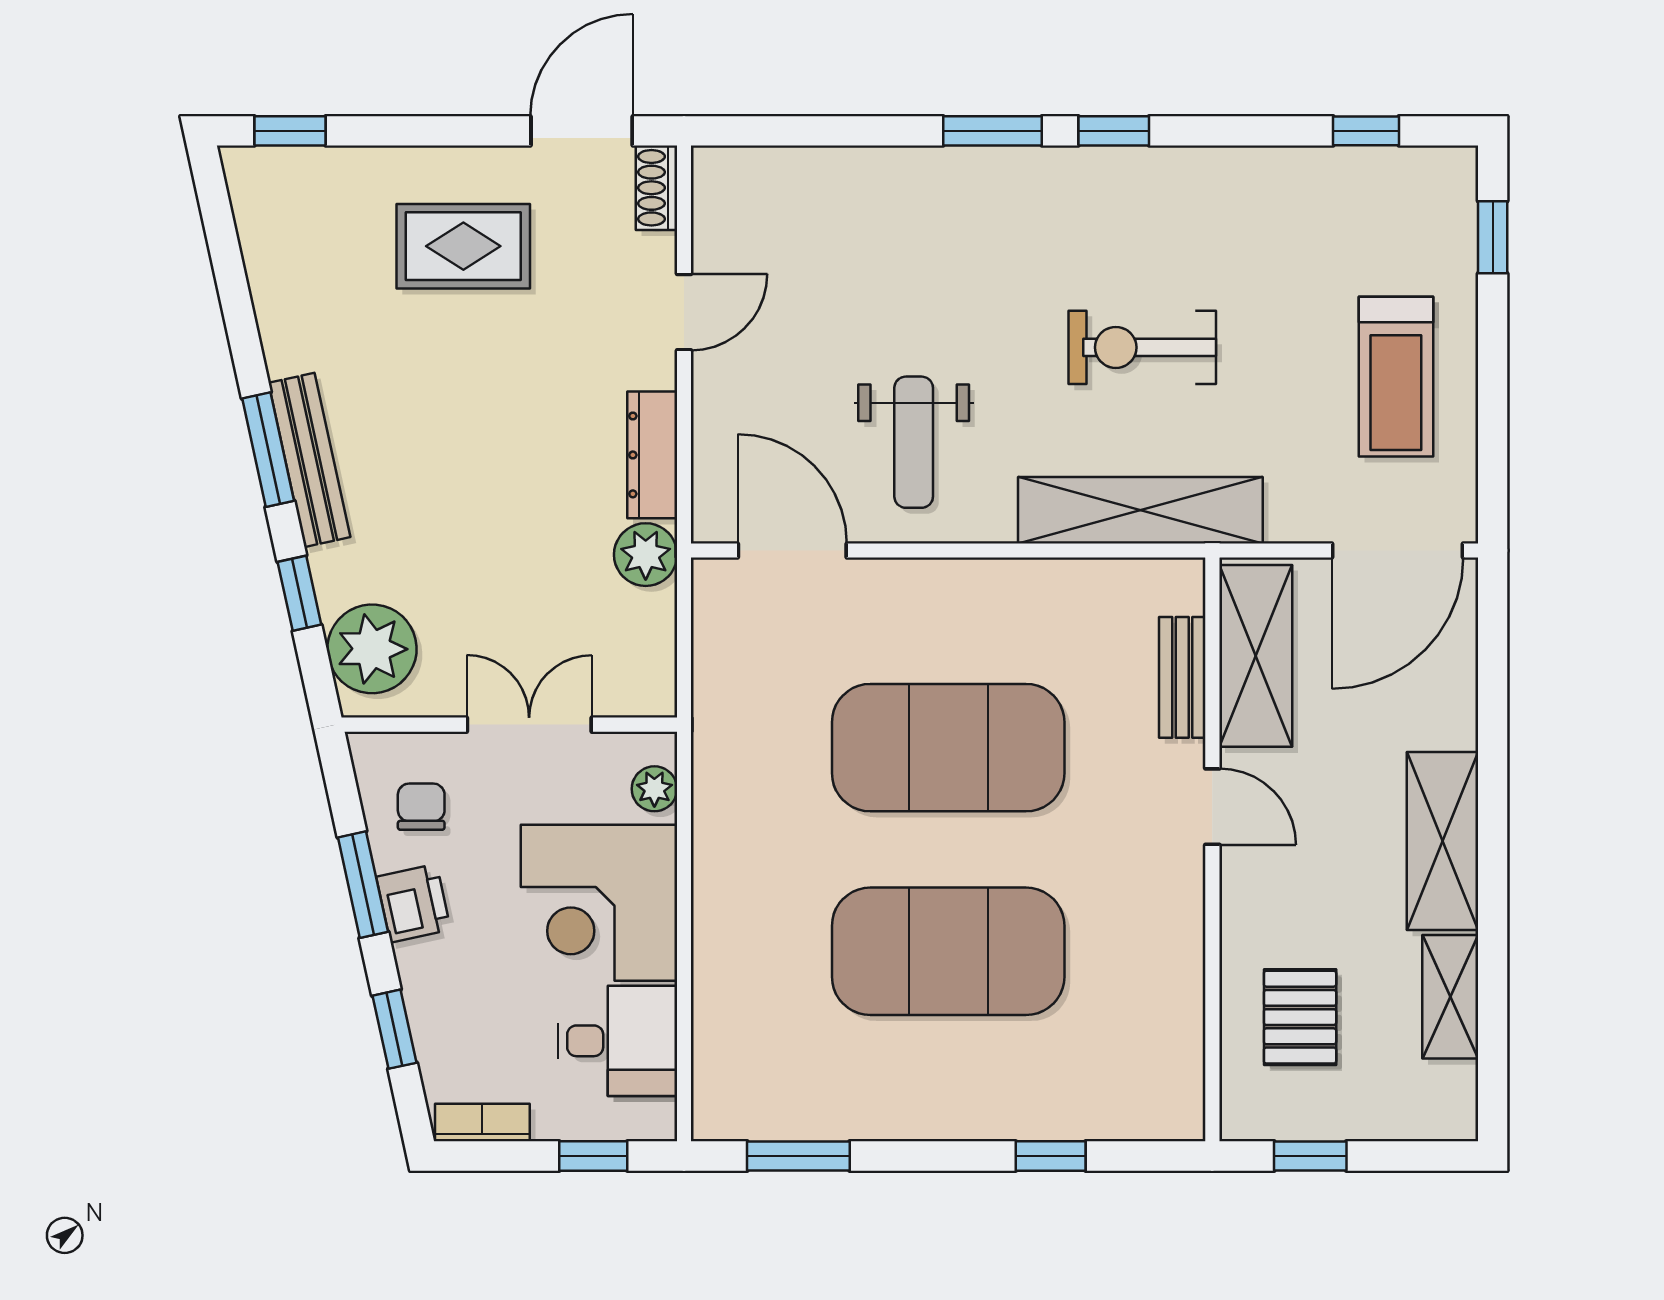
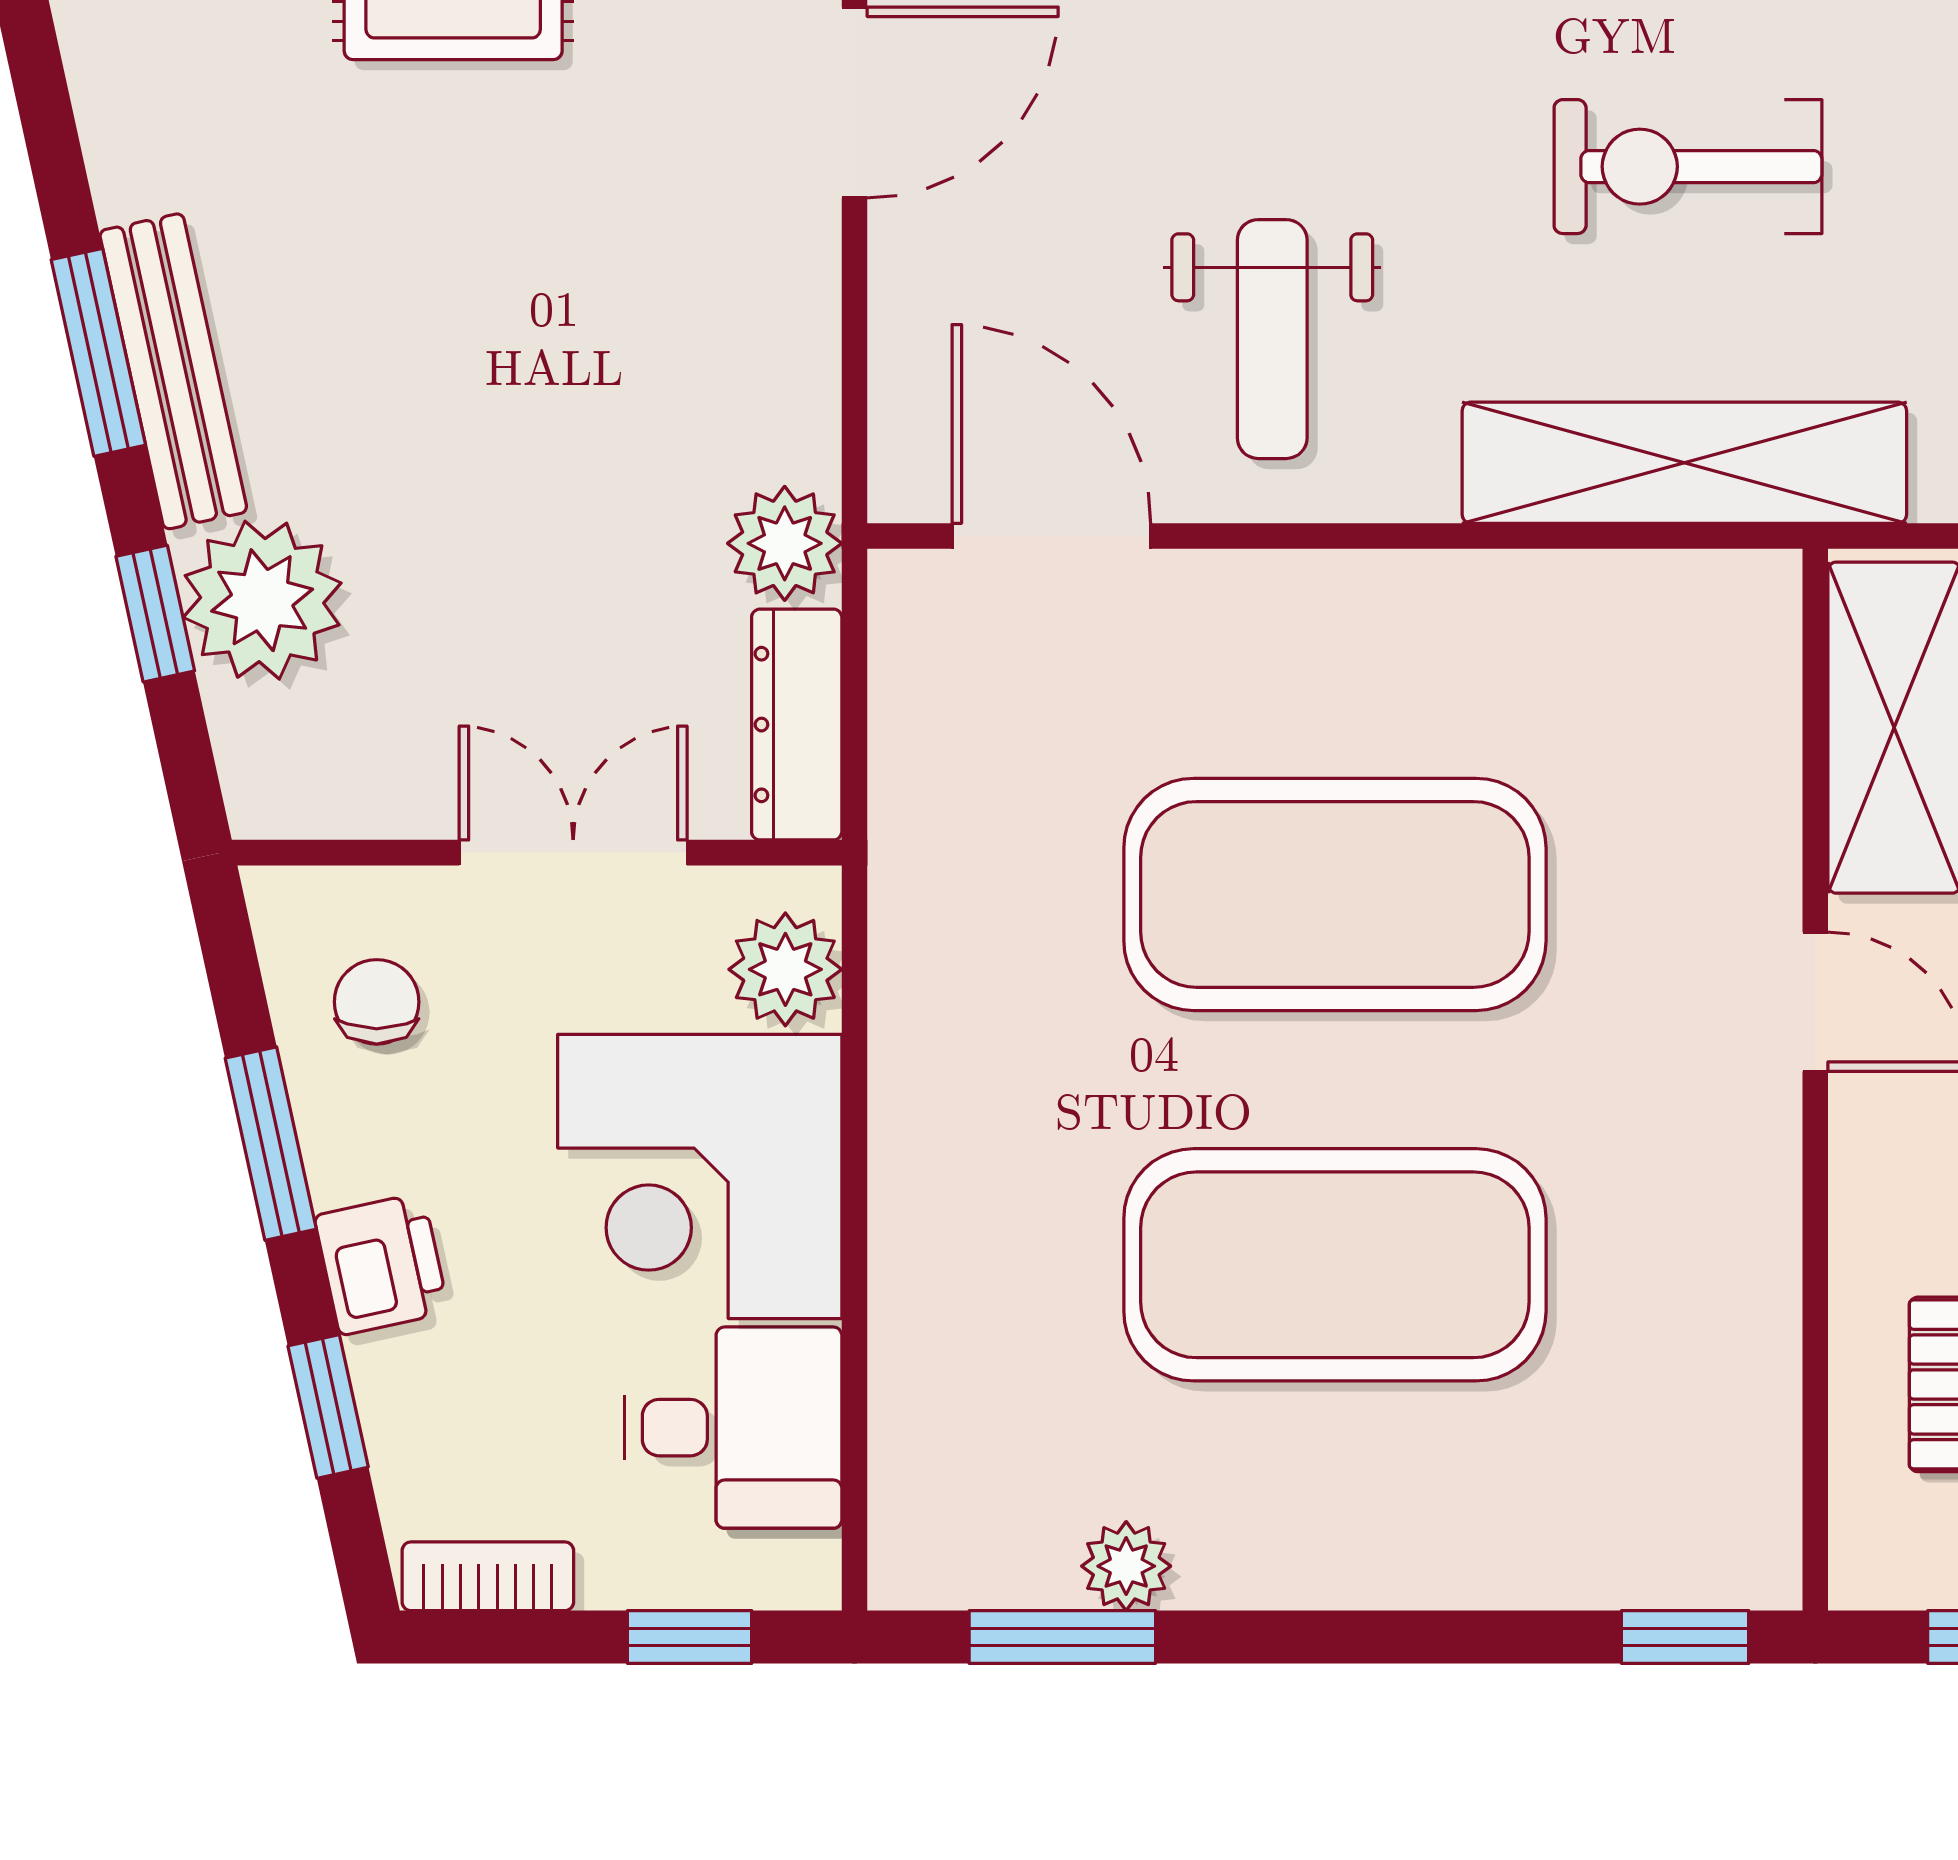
door: (684, 312) -> (855, 102), width x1.38
dresser: (652, 455) -> (797, 725), moved
plant: (372, 649) -> (262, 600), moved
bench: (1182, 677) -> (1761, 767), removed
plant: (654, 789) -> (785, 969), width x1.38, depth x1.38
printer: (413, 903) -> (382, 1264), moved
plant: (833, 1117) -> (1126, 1566), added
window: (1051, 1156) -> (1685, 1637), moved

